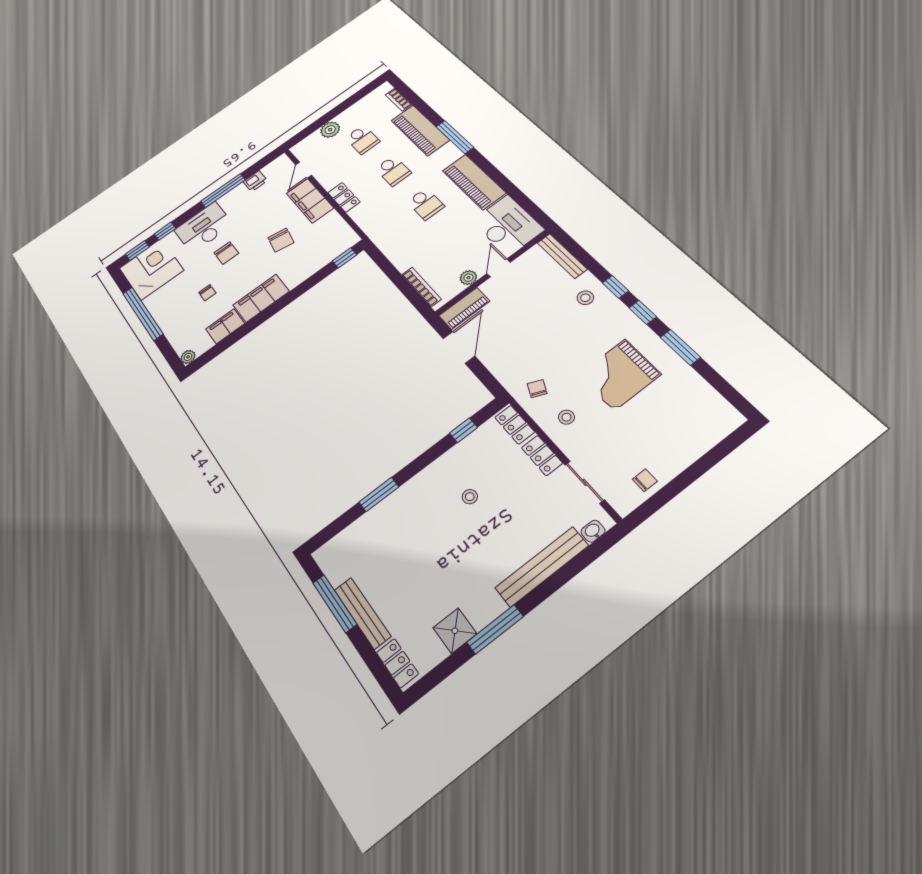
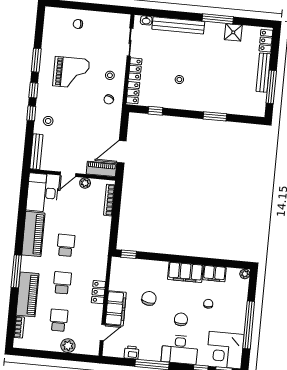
chair: (645, 480) -> (78, 24), moved

